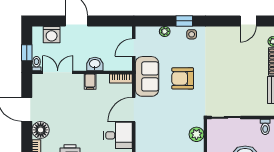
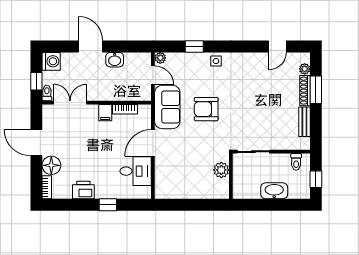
window: (184, 21) -> (194, 46), moved
plant: (165, 31) -> (160, 58), moved
washing machine: (52, 35) -> (51, 61), moved, turned -90
door: (134, 48) -> (153, 75), swing flipped
washbasin: (95, 64) -> (115, 60), moved, turned 180
bookcase: (121, 78) -> (125, 109), moved

